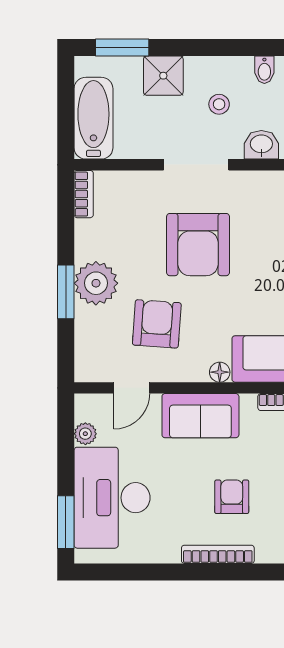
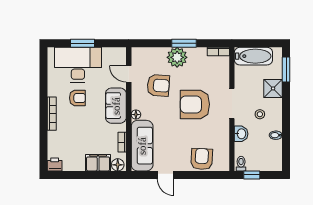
window: (66, 292) -> (184, 43), moved
plant: (85, 434) -> (107, 52), removed
armchair: (232, 497) -> (77, 98), moved
window: (66, 522) -> (82, 43), moved

